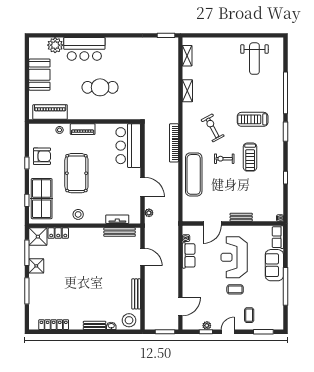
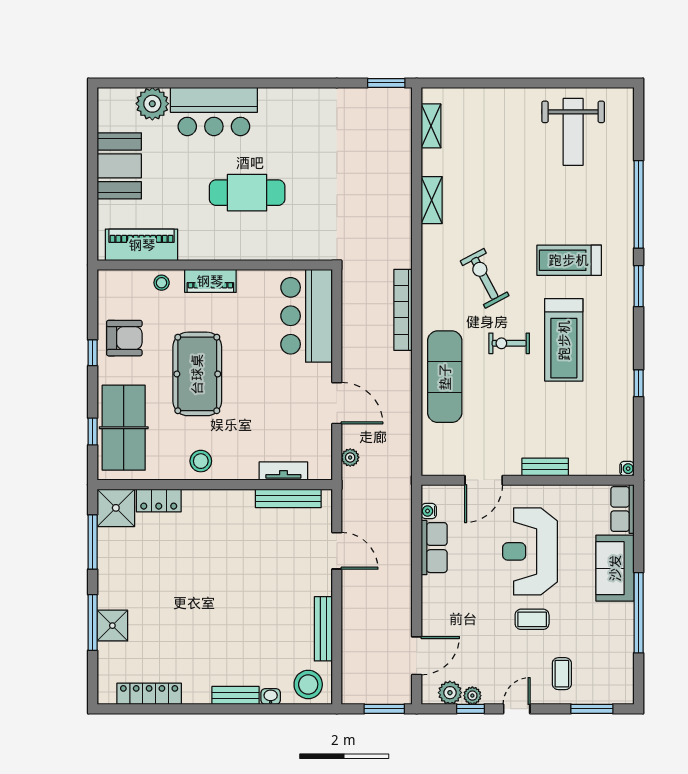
treadmill: (250, 157) -> (564, 340), width x1.37, depth x1.37
shower: (36, 266) -> (112, 626), moved
plant: (196, 324) -> (450, 693), added

